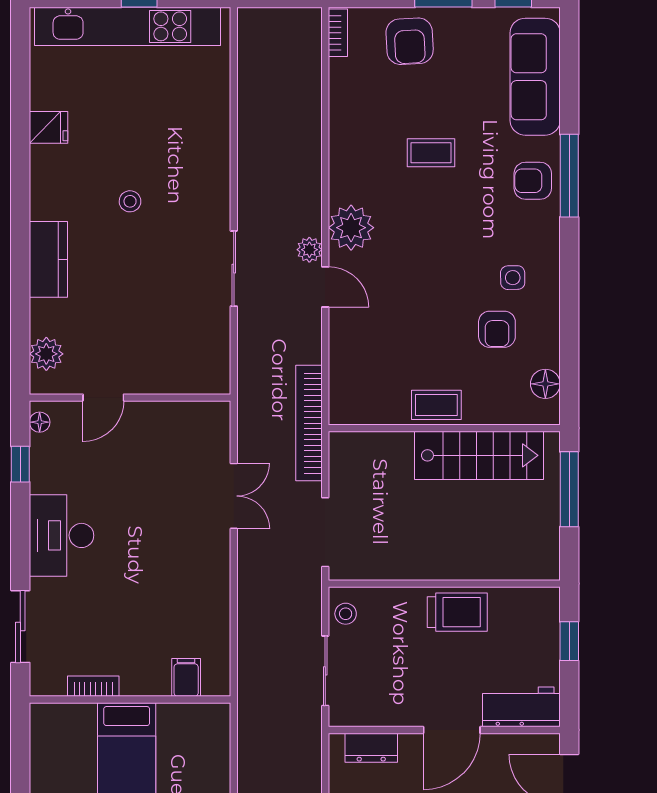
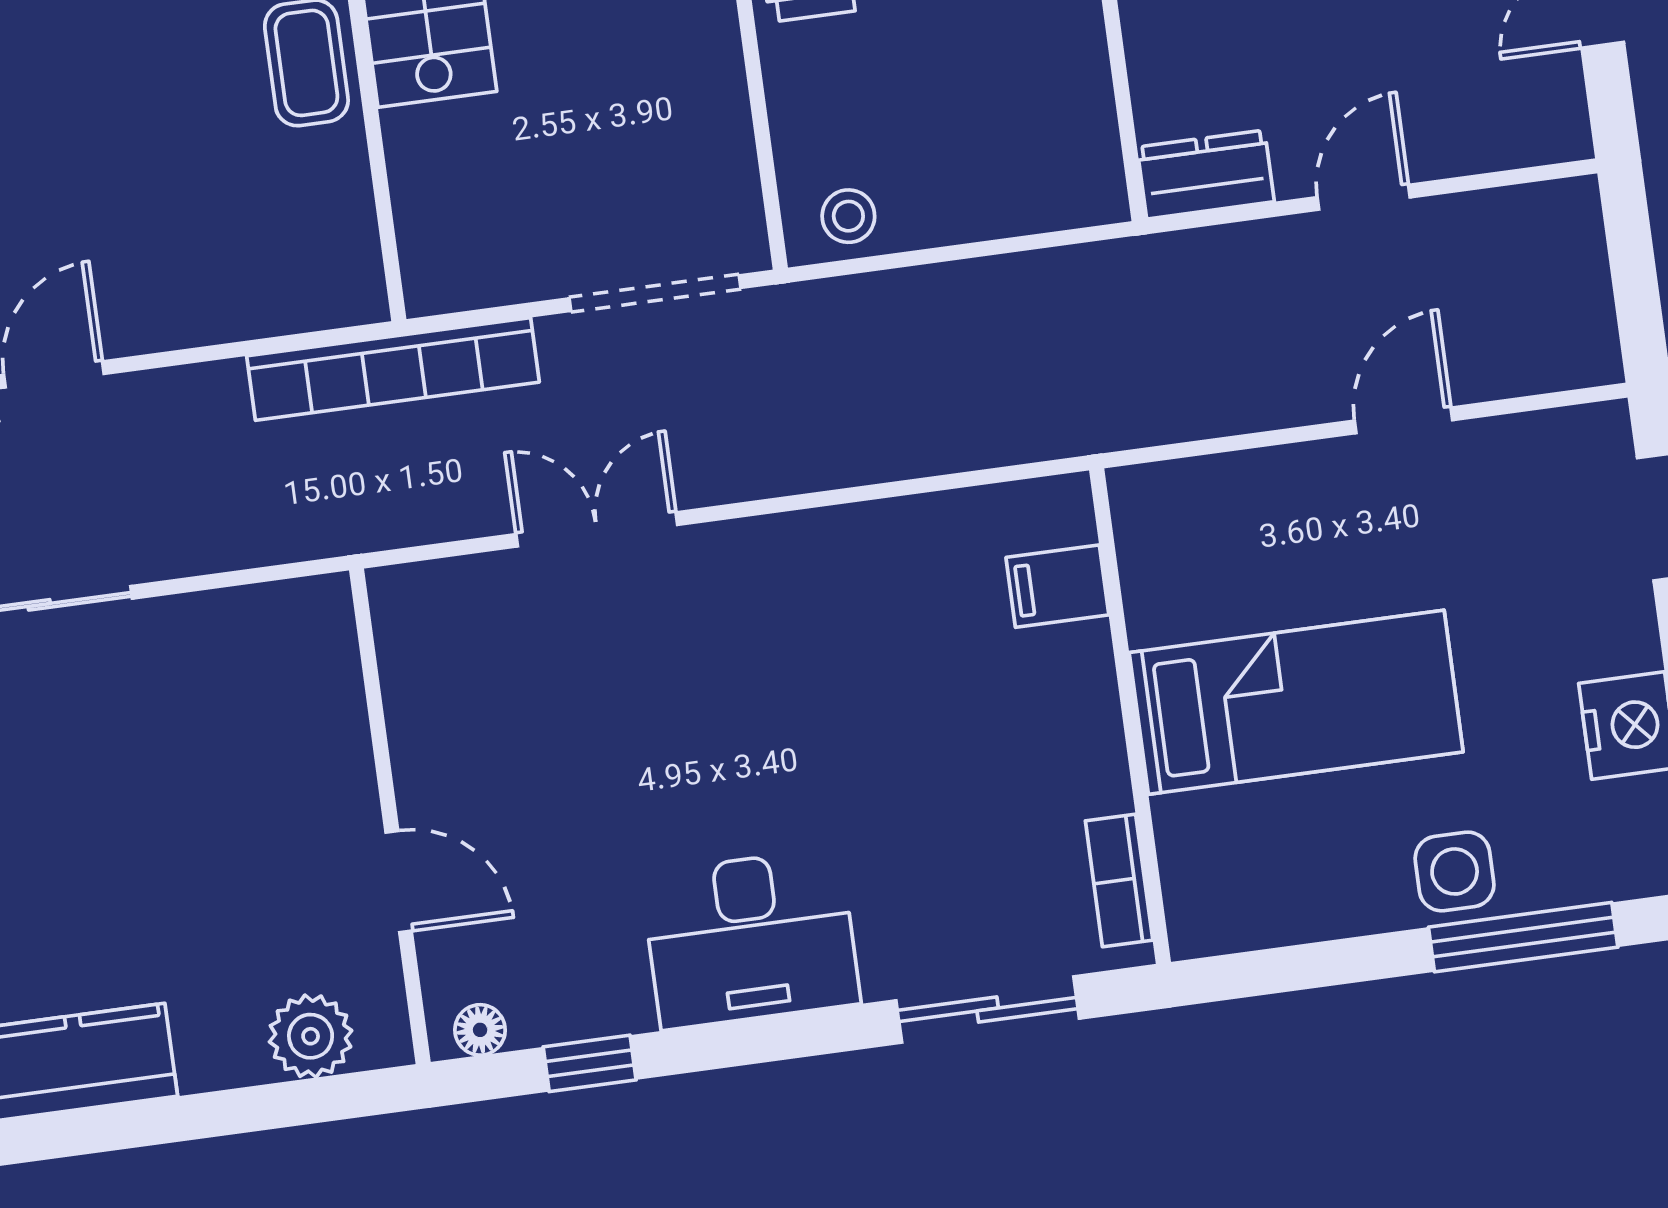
sliding door: (325, 671) -> (995, 247), removed
bookcase: (93, 686) -> (1119, 880), moved
dresser: (371, 748) -> (1206, 174), moved, turned -90

